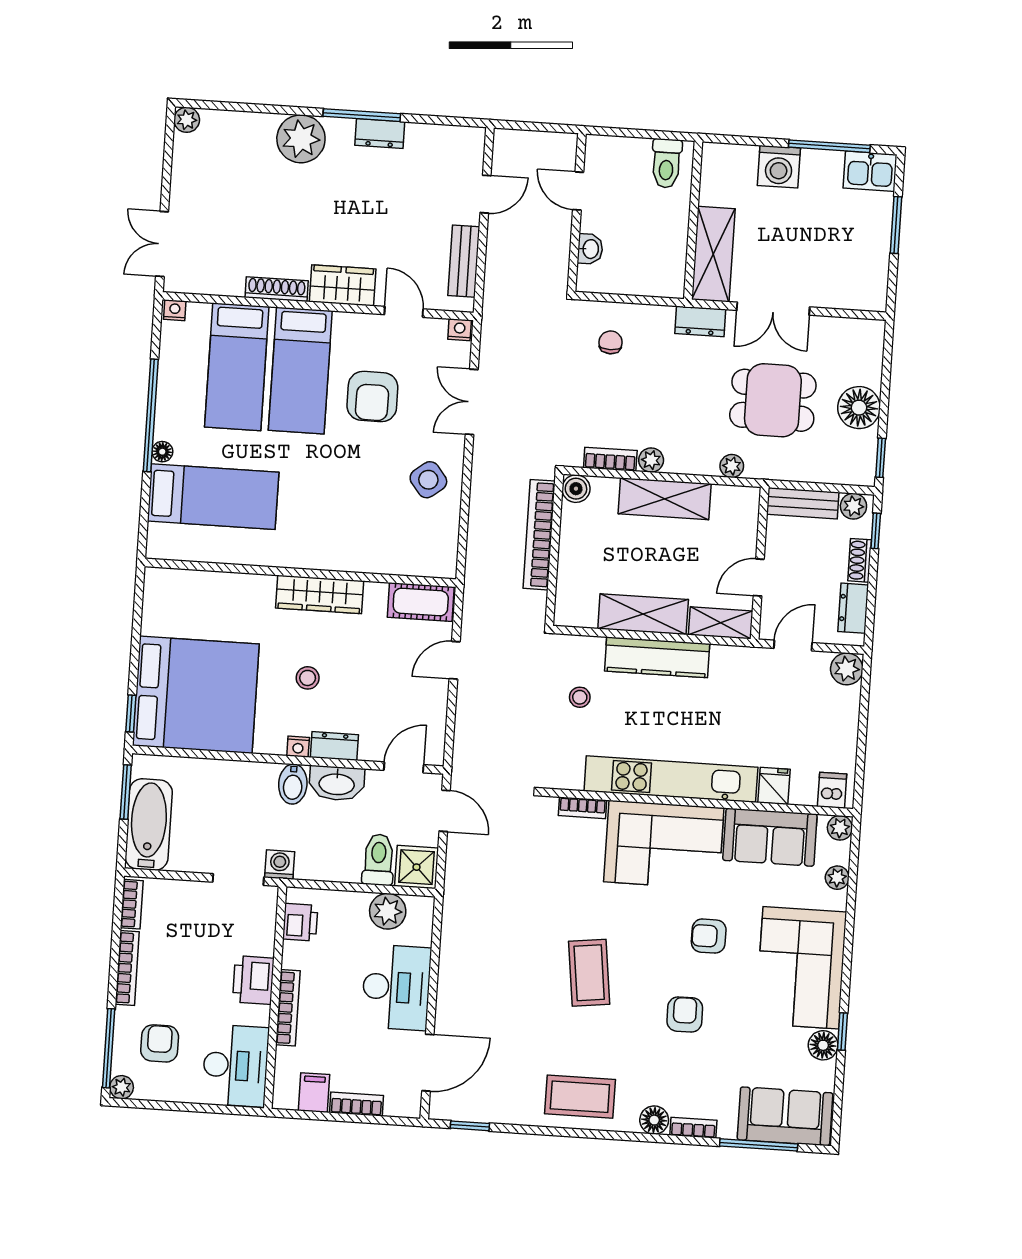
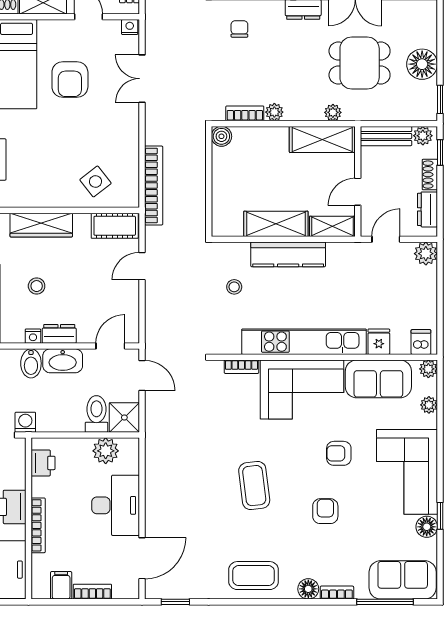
side table: (428, 480) -> (95, 181), moved
shelving: (665, 499) -> (322, 139), moved
bookcase: (539, 535) -> (154, 185), moved, turned 180

